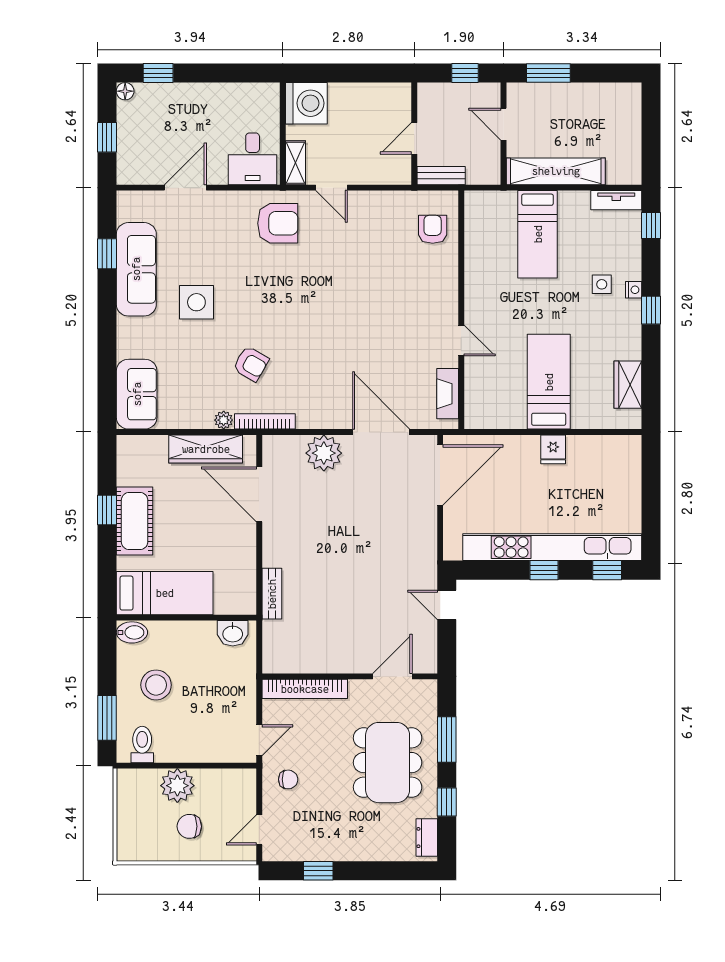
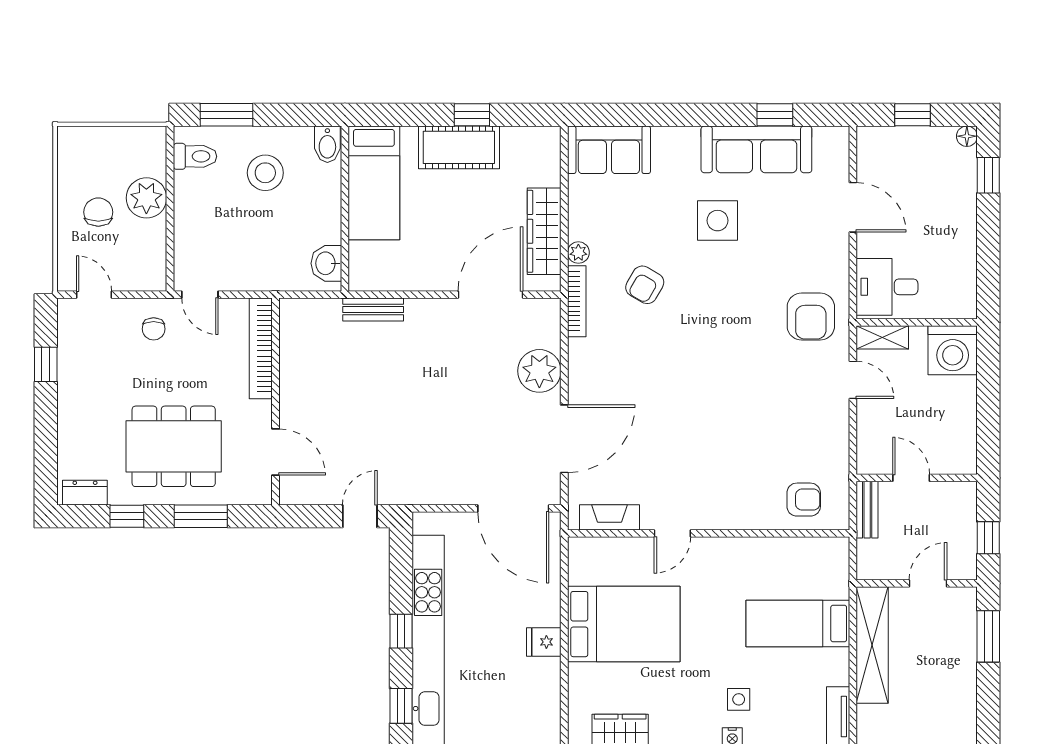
door: (331, 188) -> (853, 380), swing flipped
bed: (549, 382) -> (624, 624), width x1.50

